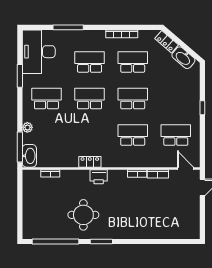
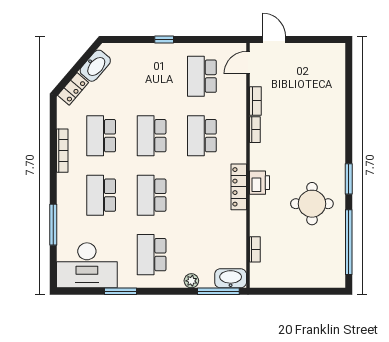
locker: (90, 162) -> (239, 187), width x1.53

